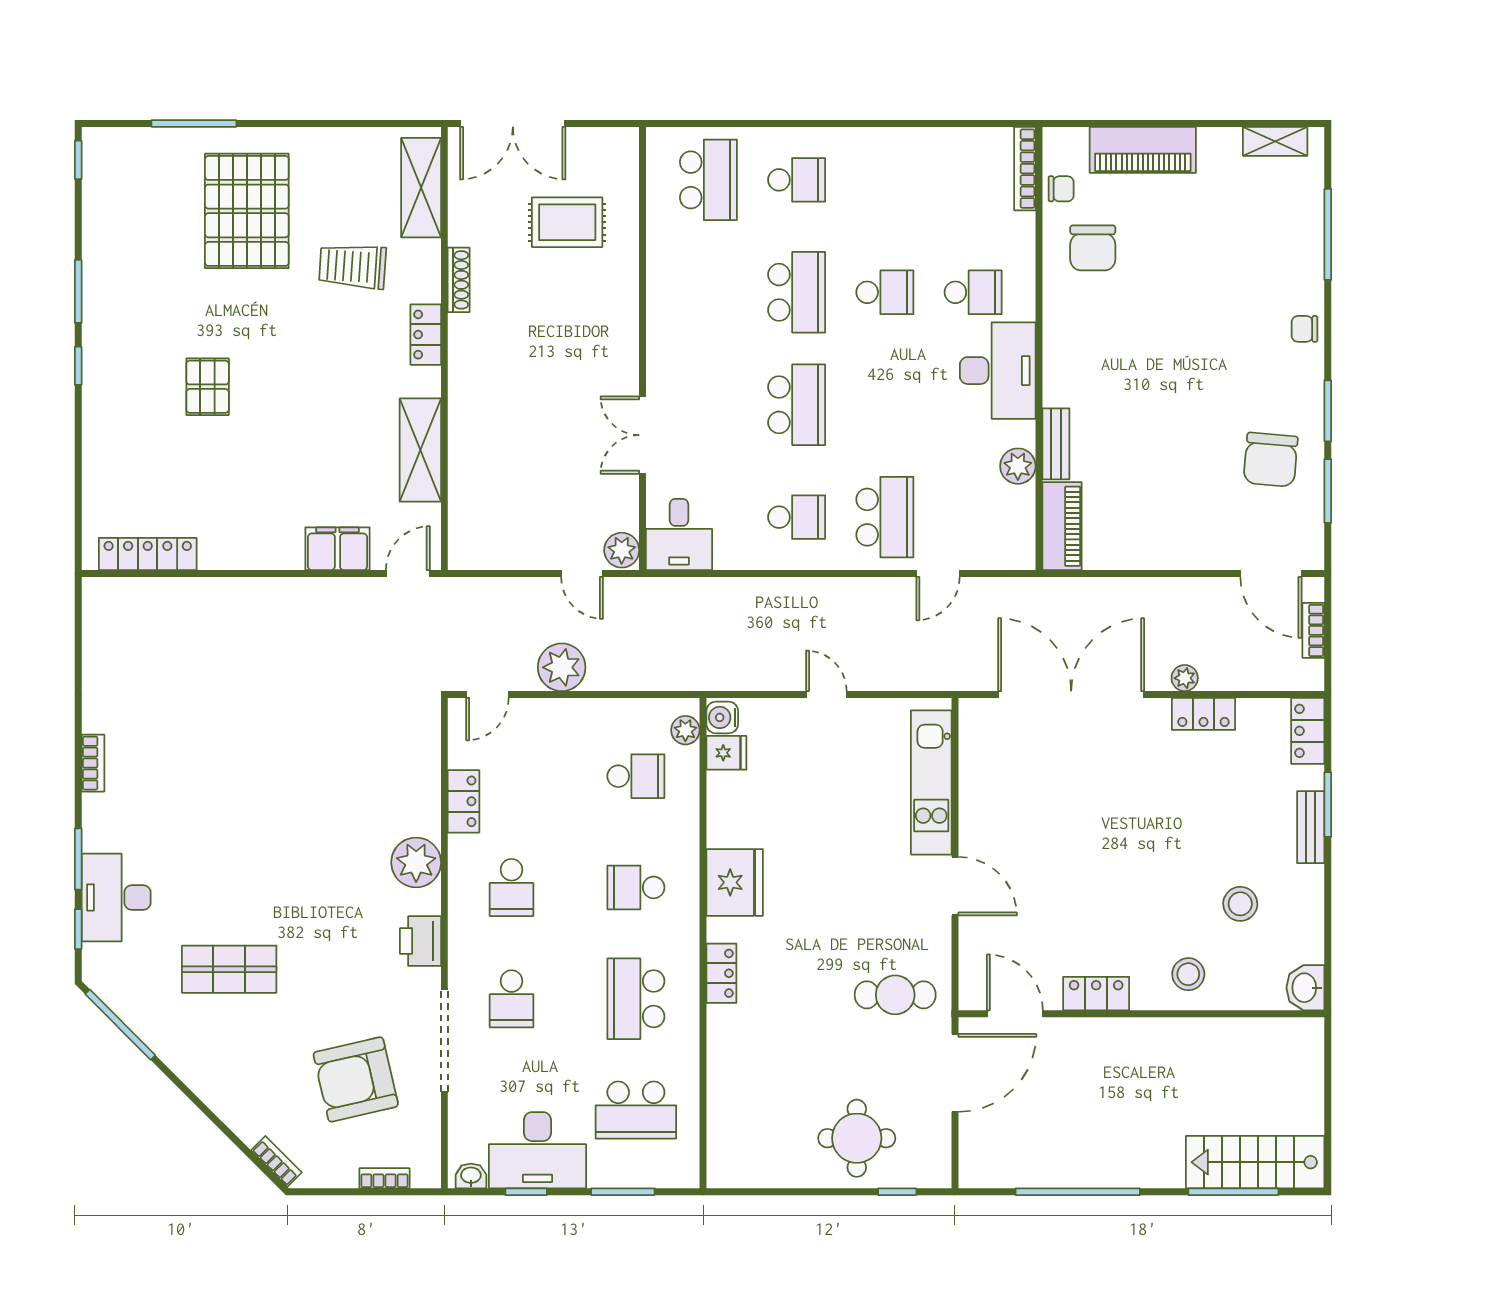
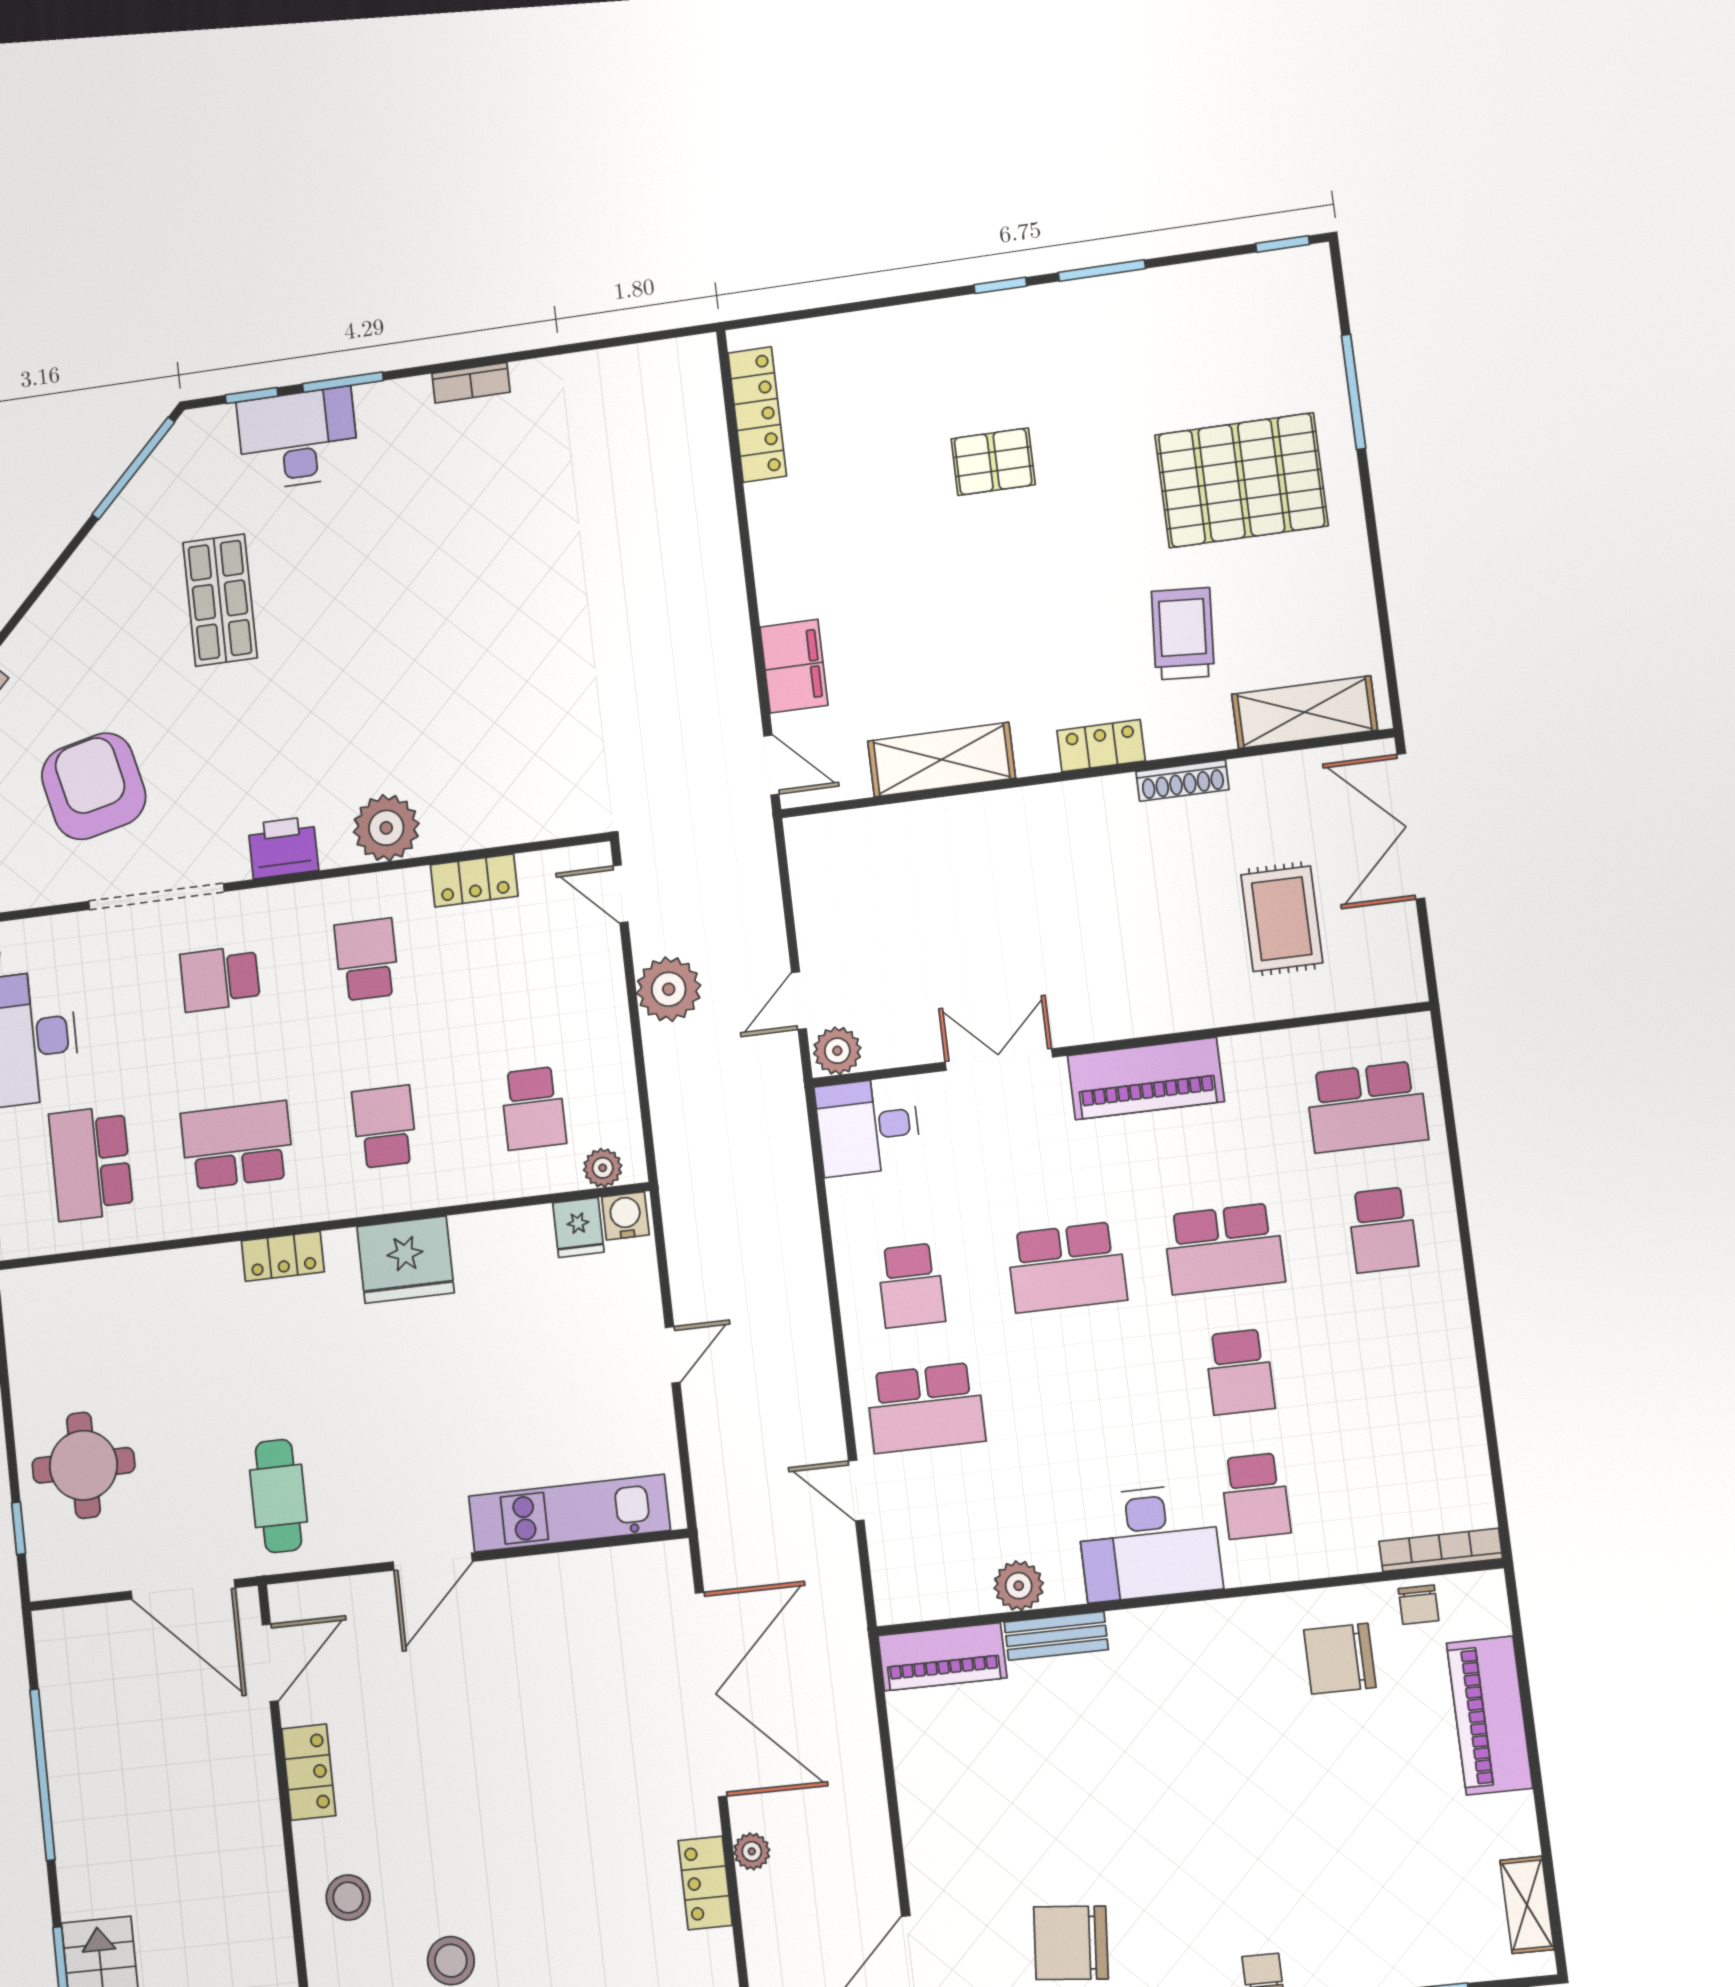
piano: (669, 332) -> (1146, 1079), added
school desk: (511, 887) -> (367, 960), turned 90

